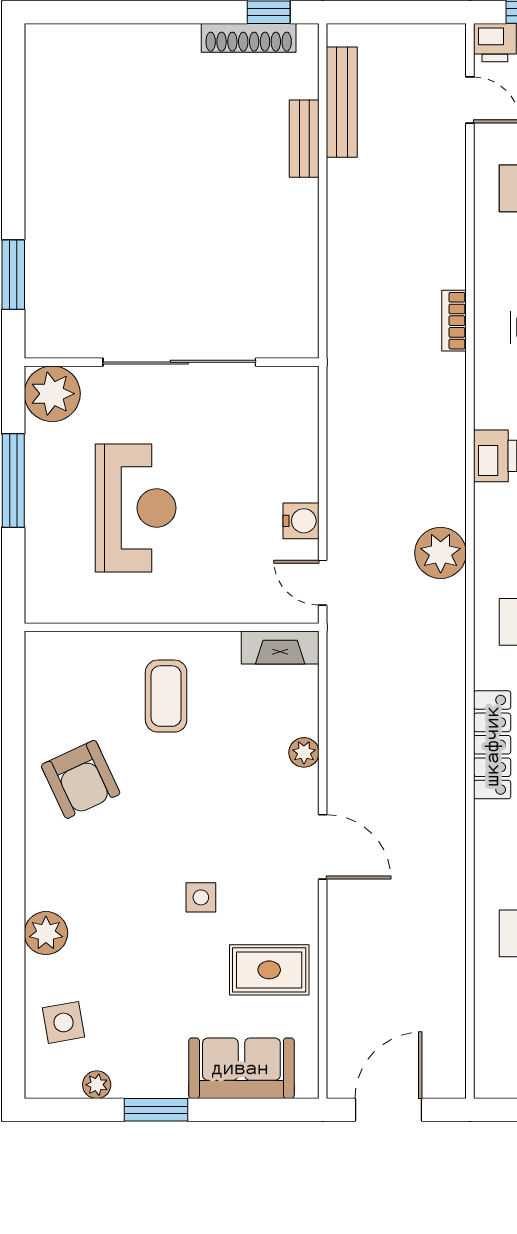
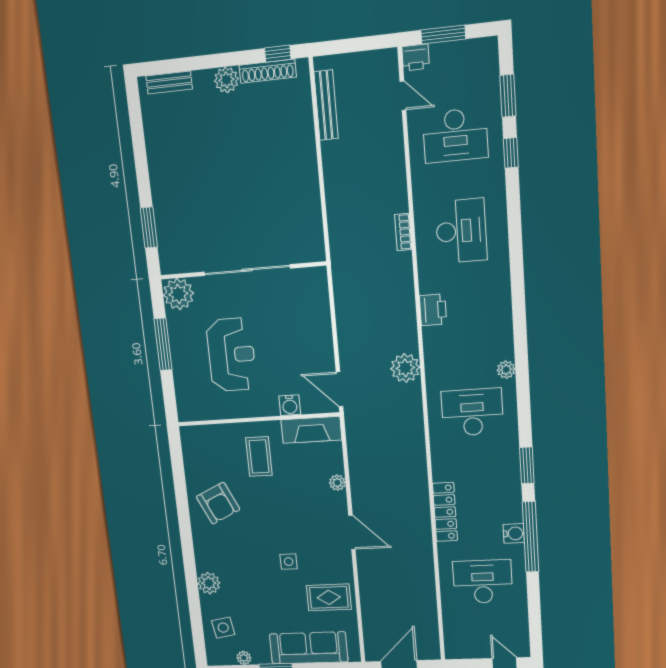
plant: (178, 44) -> (226, 80), added
bench: (304, 139) -> (169, 82), moved, turned 90
water cooler: (301, 521) -> (290, 405), moved, turned 90
door: (323, 583) -> (339, 389), width x1.38
fireplace: (280, 648) -> (311, 430), width x1.37, depth x1.32
locker: (492, 745) -> (445, 512), moved
sofa: (241, 1068) -> (309, 648), width x1.36

